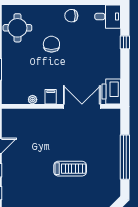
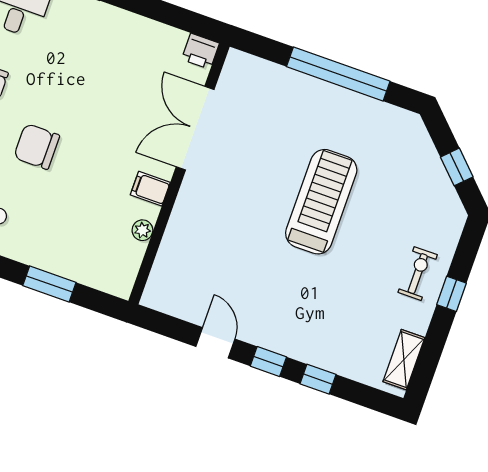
printer: (111, 92) -> (200, 51), width x0.53, depth x0.68
treadmill: (70, 169) -> (321, 202), width x1.37, depth x1.38

